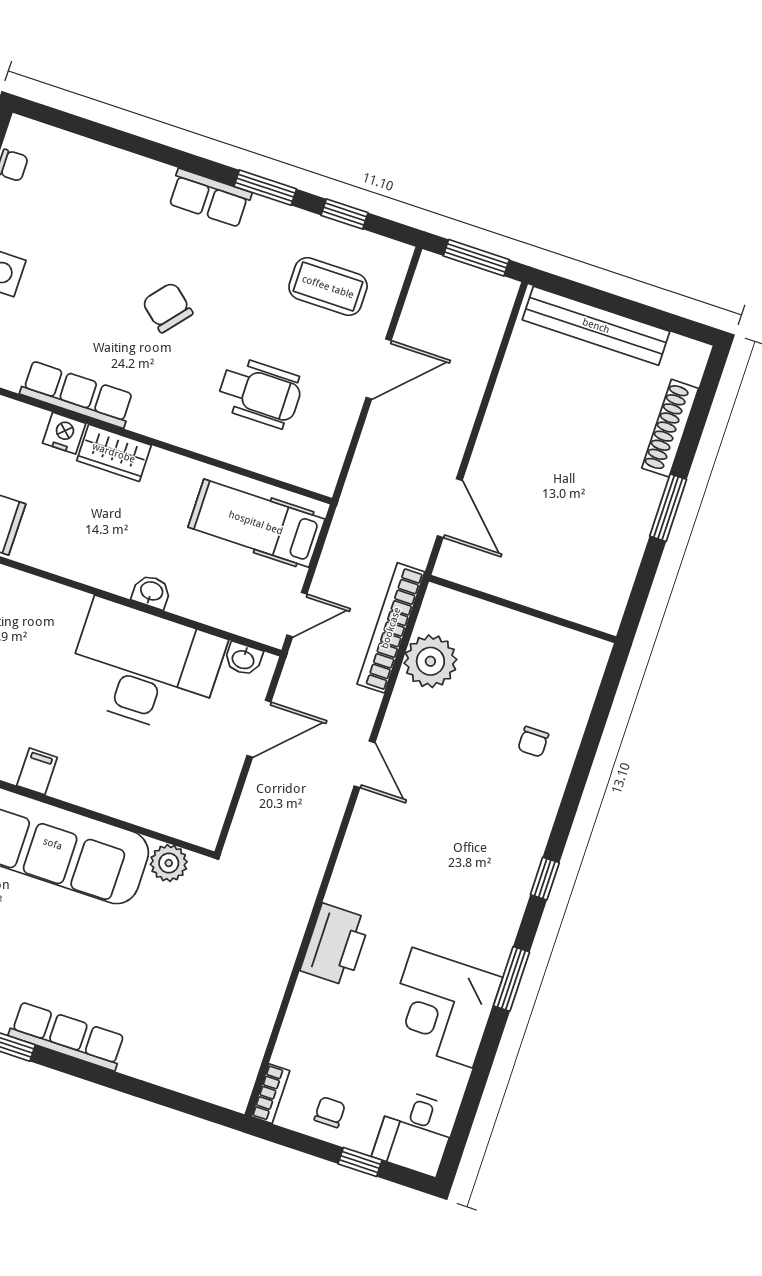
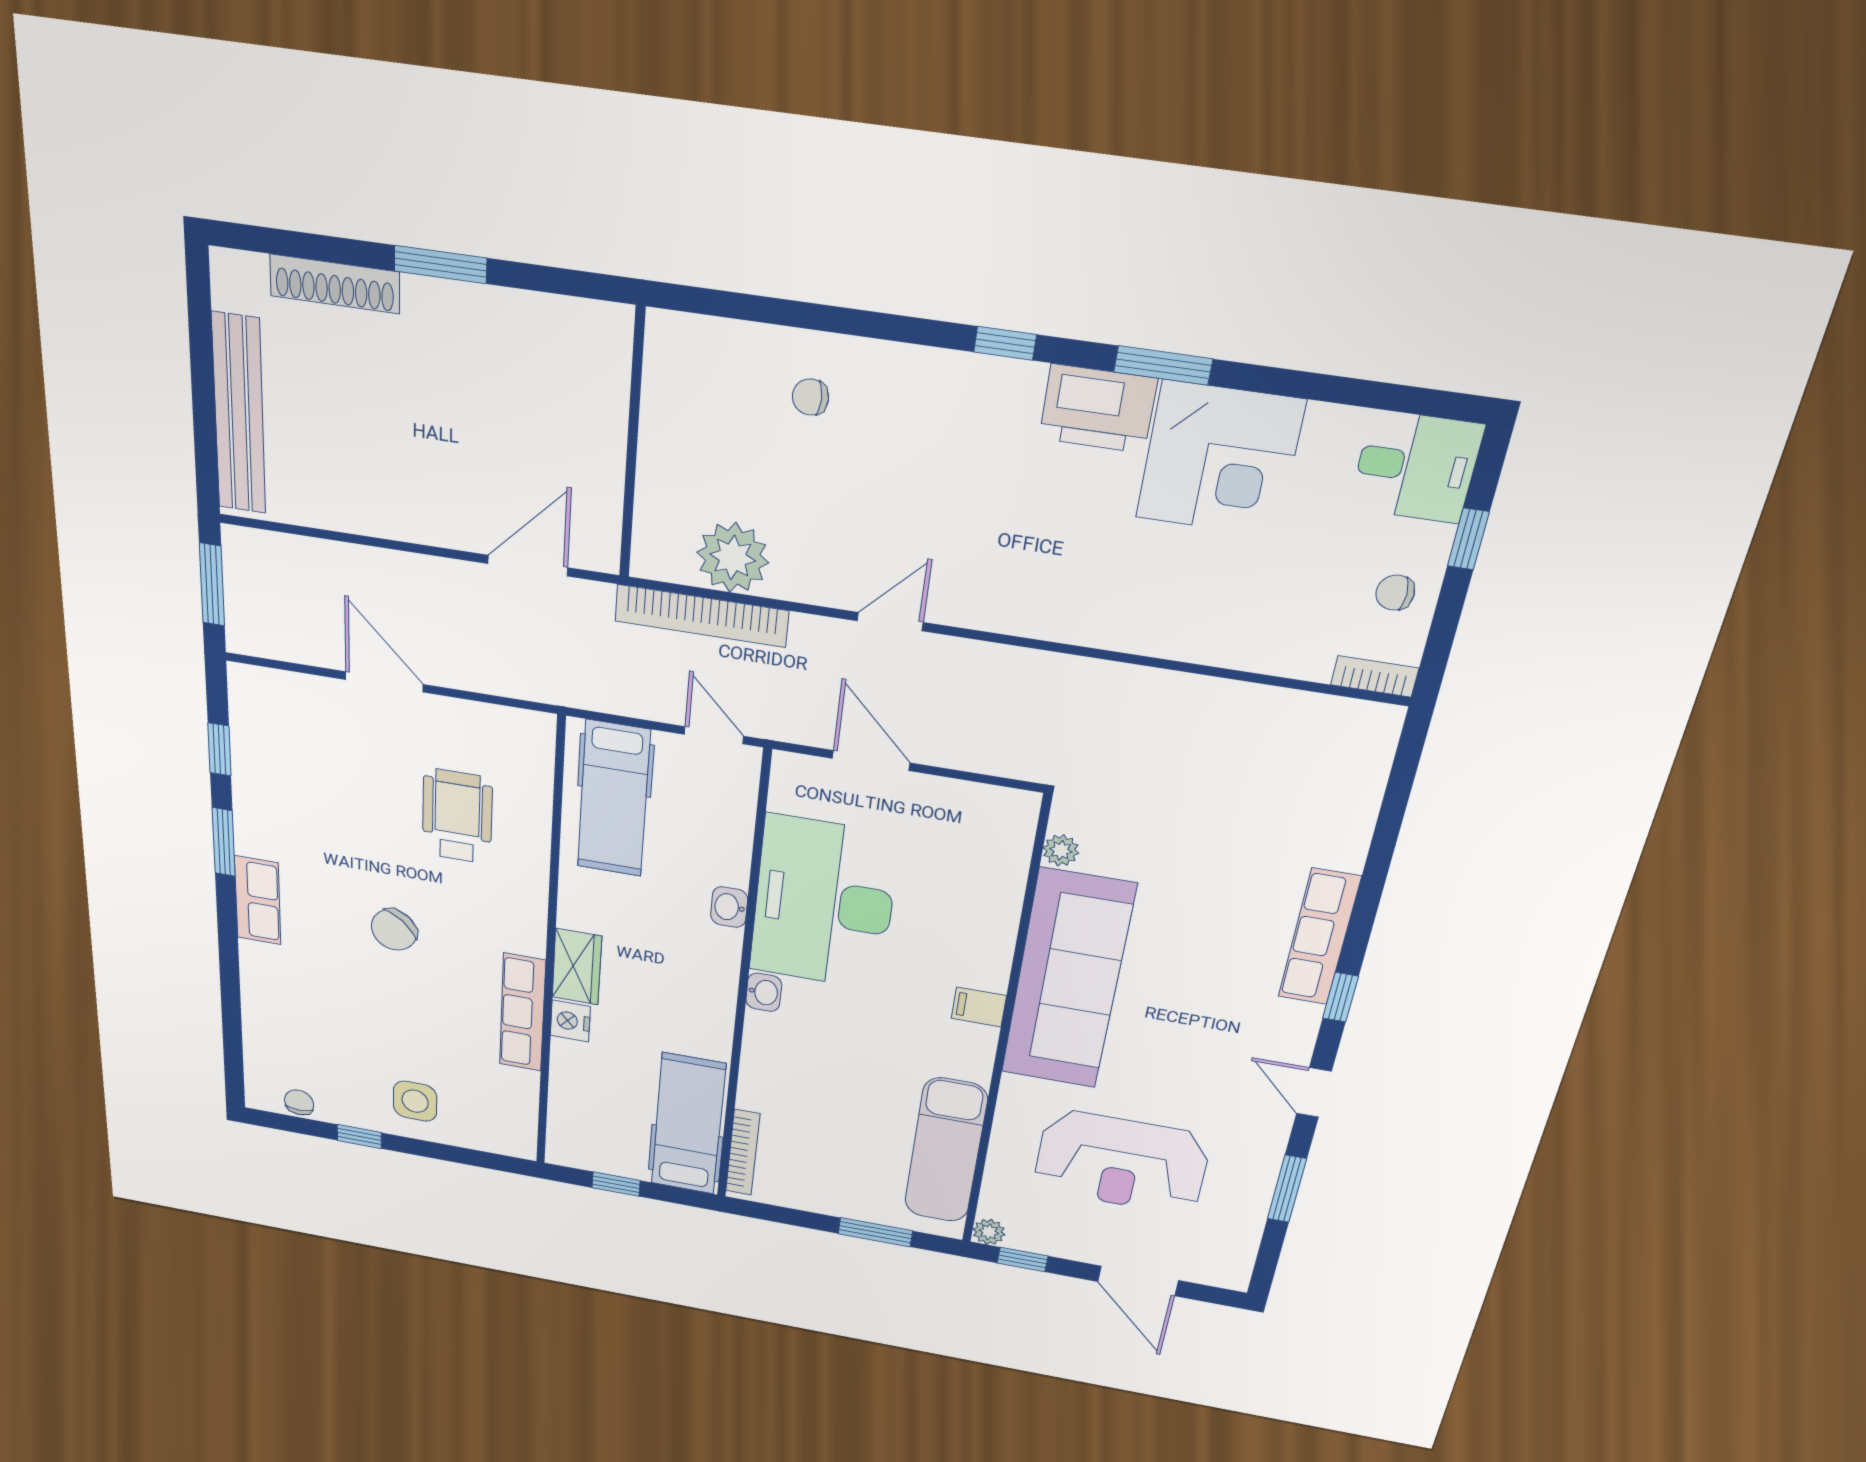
coffee table: (328, 287) -> (308, 756), removed
washbasin: (243, 659) -> (764, 992), moved
chair: (533, 742) -> (810, 397), turned 180
plant: (169, 863) -> (1061, 850), width x0.73, depth x0.73
printer: (335, 945) -> (1098, 409), moved, turned 180

